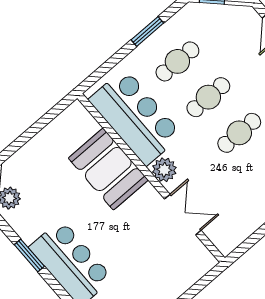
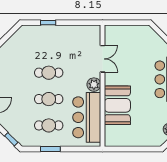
double door: (183, 215) -> (103, 59), swing flipped

